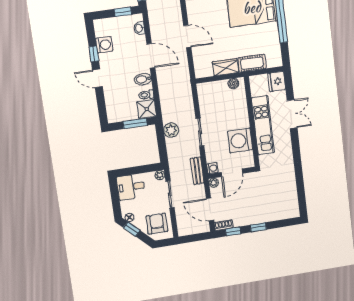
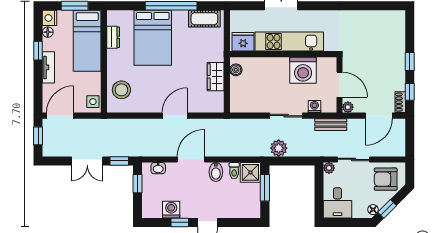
cot: (252, 63) -> (204, 19), moved, turned 90
fridge: (277, 81) -> (243, 42), moved, turned 180
washing machine: (212, 168) -> (314, 107), moved

